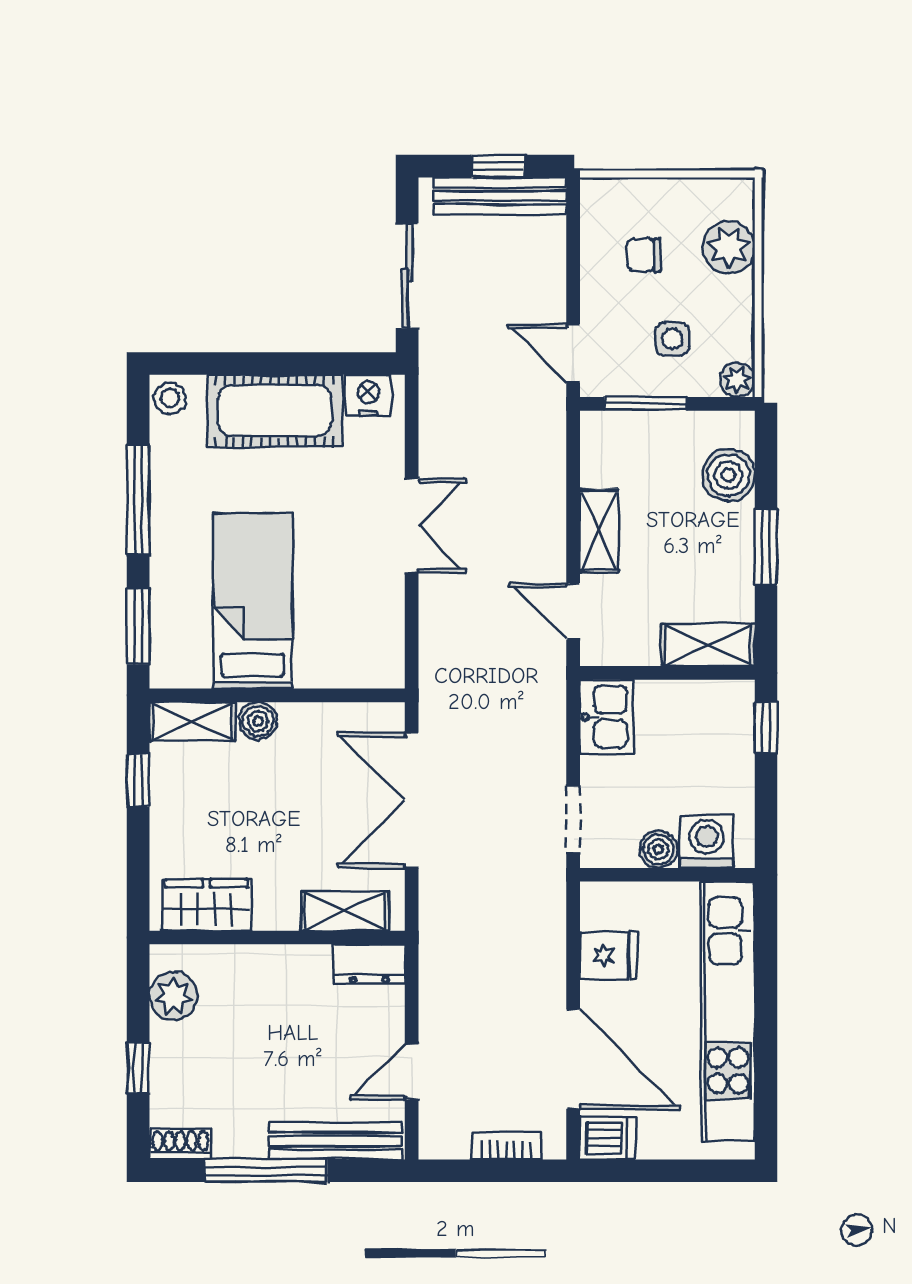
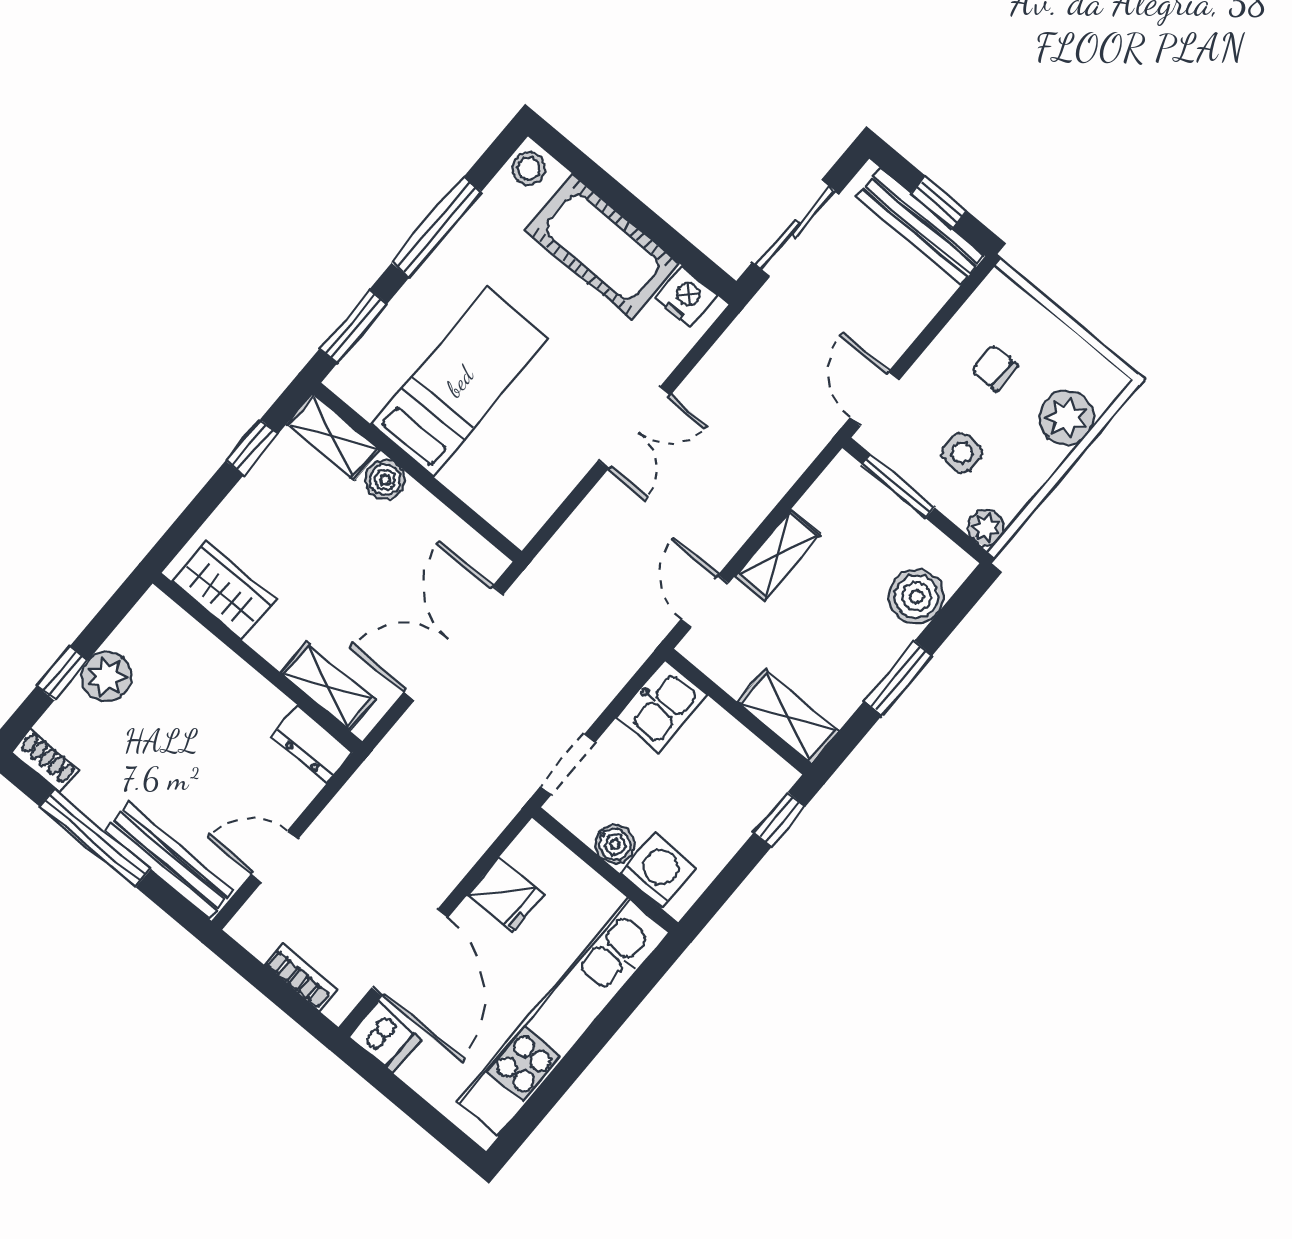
plant: (173, 996) -> (107, 677), moved

